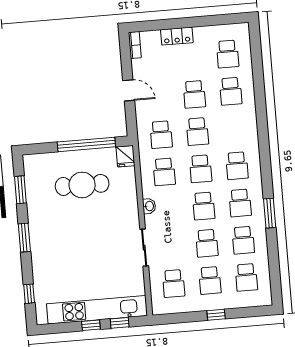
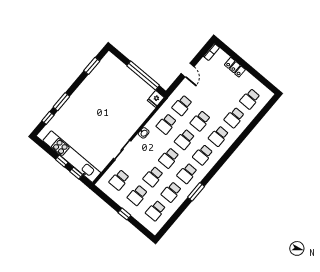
school desk: (194, 94) -> (219, 136), moved
cafe table: (82, 185) -> (122, 92), removed
window: (24, 238) -> (61, 102), moved

